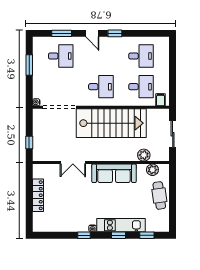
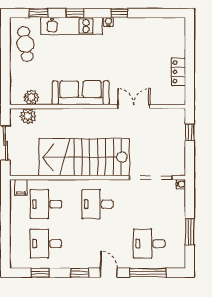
window: (62, 33) -> (148, 273), width x1.44
window: (145, 33) -> (40, 273), added
plant: (144, 155) -> (28, 116), moved
locker: (38, 195) -> (178, 72), width x0.66
cafe table: (159, 195) -> (25, 44), moved

